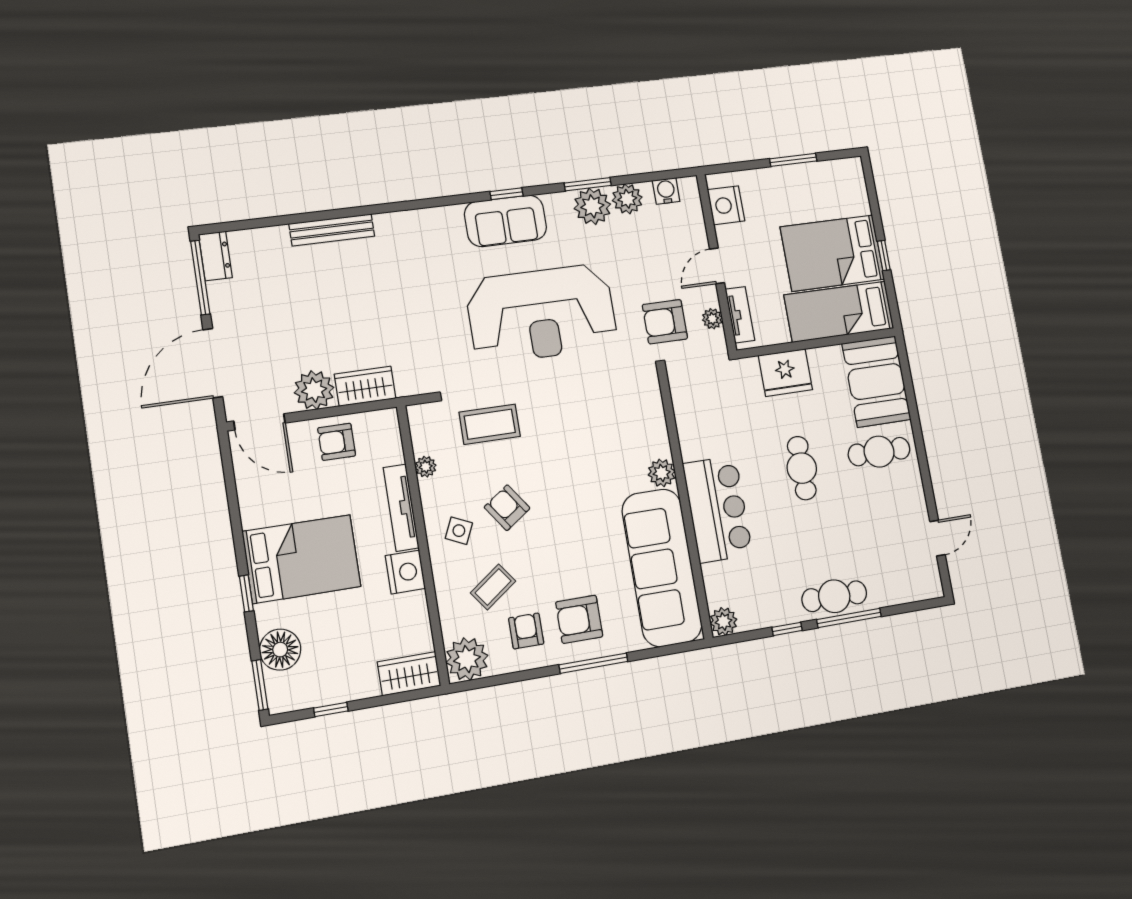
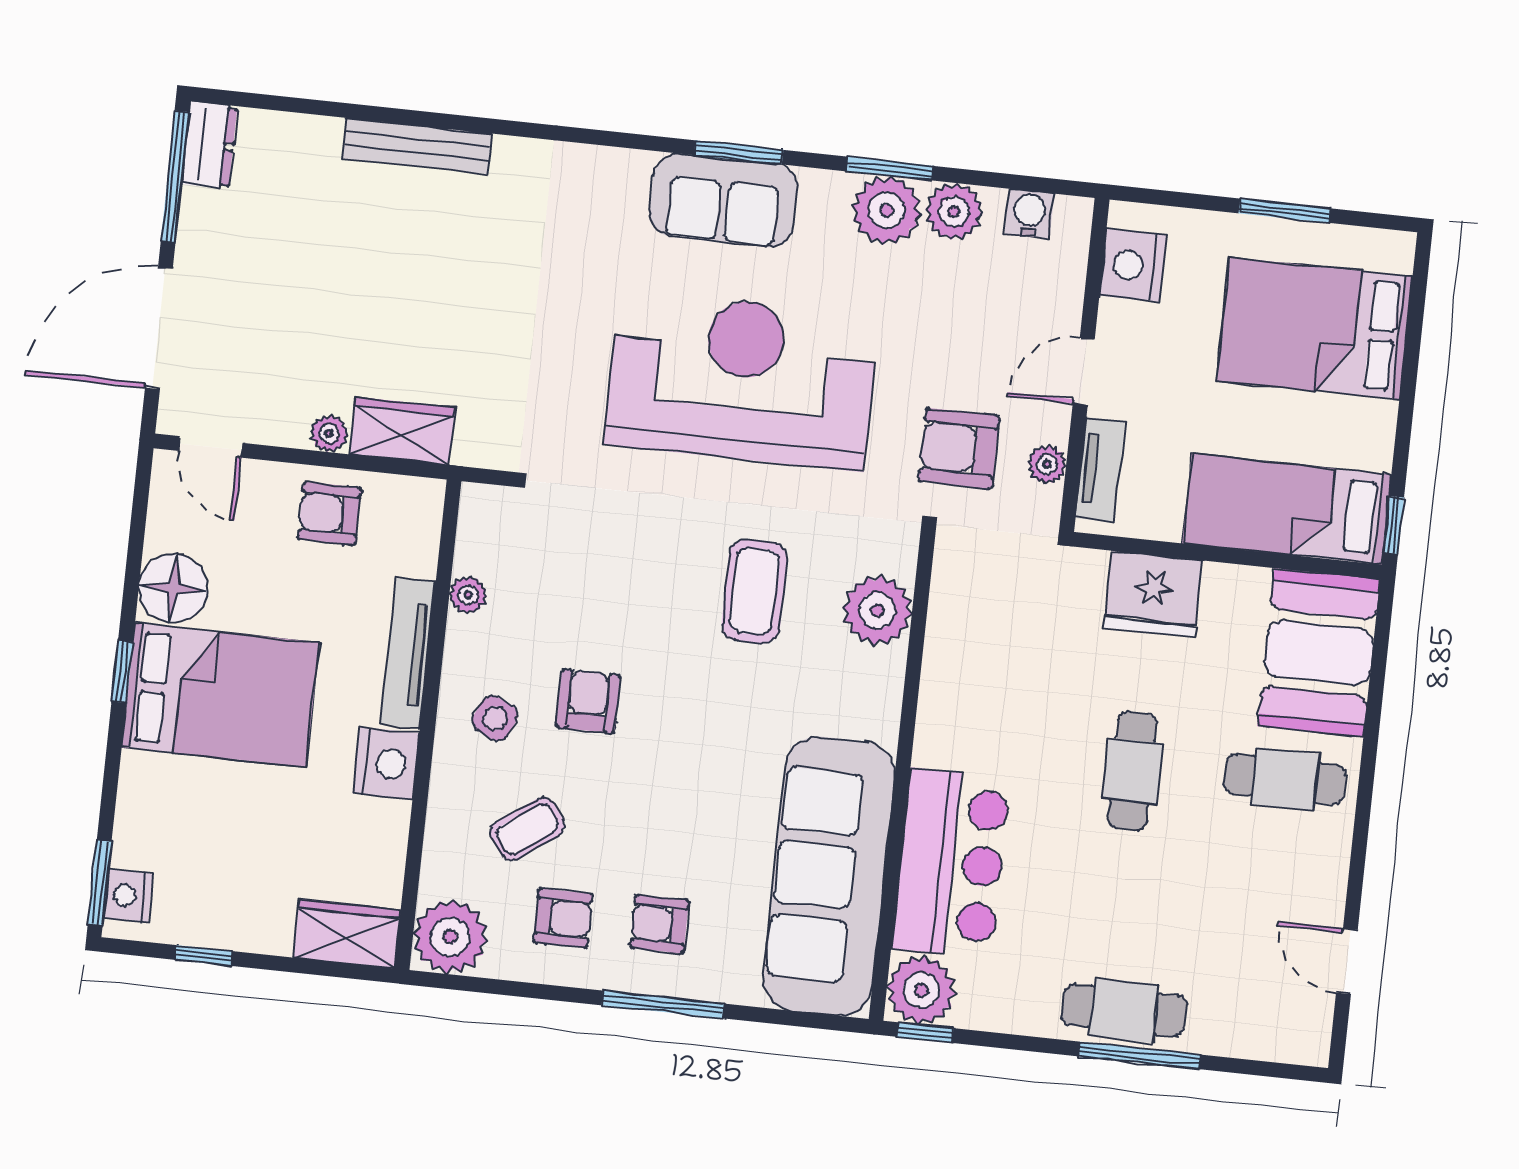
window: (507, 194) -> (739, 152), width x1.50
bed: (832, 253) -> (1315, 329), moved
window: (884, 256) -> (1394, 525), moved
reception desk: (542, 314) -> (742, 380), turned 180
plant: (314, 390) -> (329, 434), width x0.53, depth x0.53
door: (259, 422) -> (210, 447), width x0.73
coffee table: (490, 424) -> (754, 591), moved, turned 90
plant: (662, 473) -> (877, 610), moved, width x1.36, depth x1.36
armchair: (507, 508) -> (588, 701), turned 35
bar counter: (718, 509) -> (951, 863), moved
door: (937, 538) -> (1347, 961), swing flipped
window: (246, 593) -> (122, 672), moved
armchair: (579, 619) -> (659, 924), width x0.72, depth x0.72
plant: (724, 621) -> (921, 990), width x1.36, depth x1.36
window: (787, 629) -> (925, 1033), moved
armchair: (526, 631) -> (563, 918), turned 90
floor lamp: (280, 650) -> (173, 588), moved
nightstand: (278, 688) -> (128, 896), added

